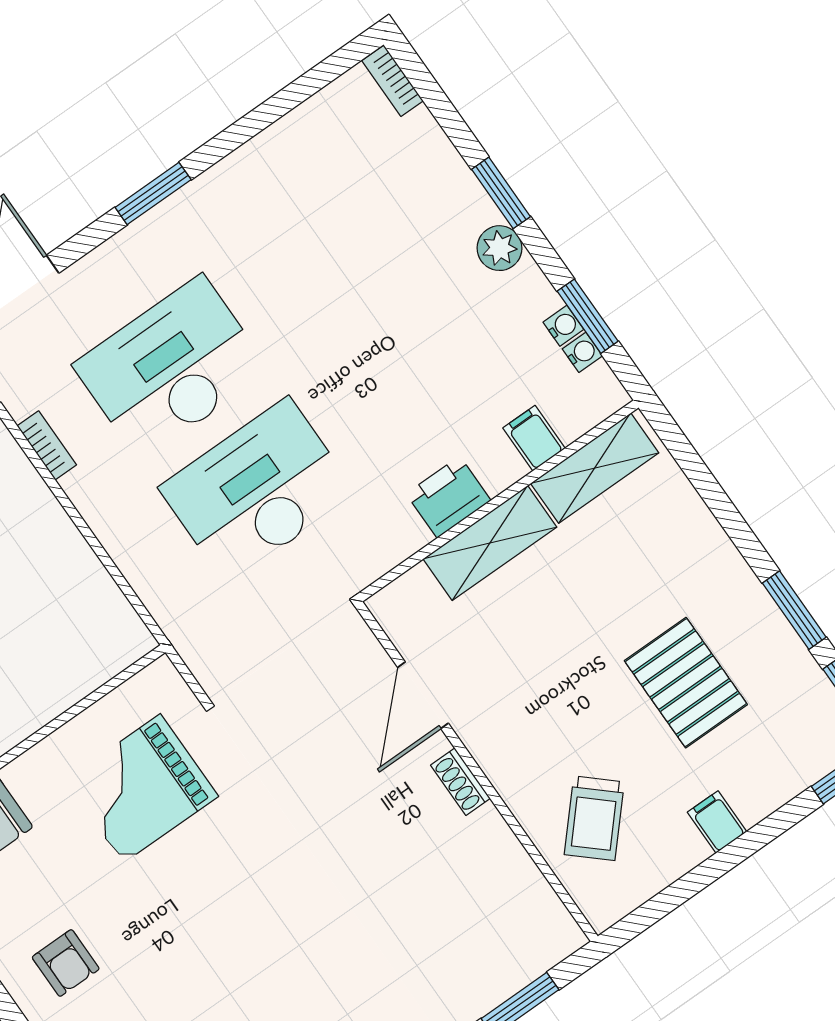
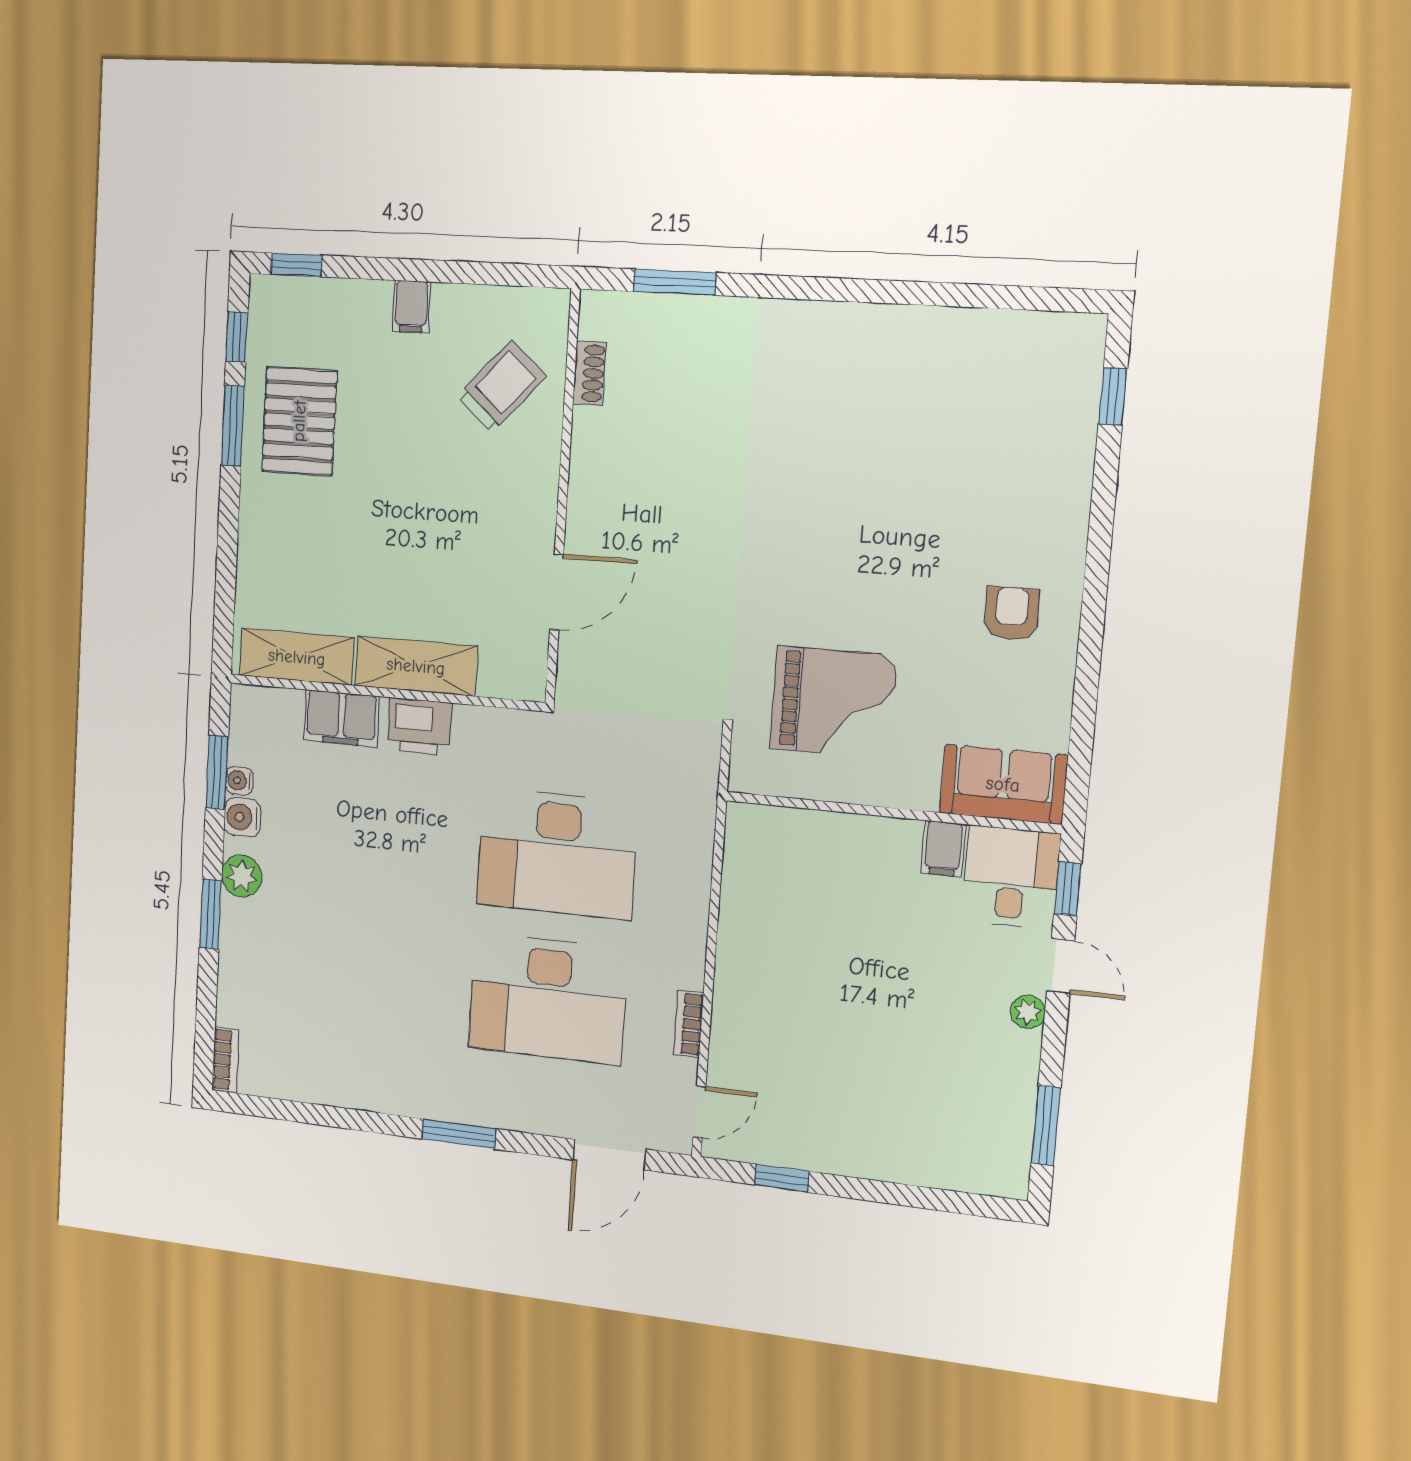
water cooler: (582, 352) -> (242, 817), moved, width x1.38, depth x1.38
filing cabinet: (534, 438) -> (341, 718), width x2.00
pallet: (686, 683) -> (299, 421), moved
shoe rack: (460, 782) -> (589, 373), moved

